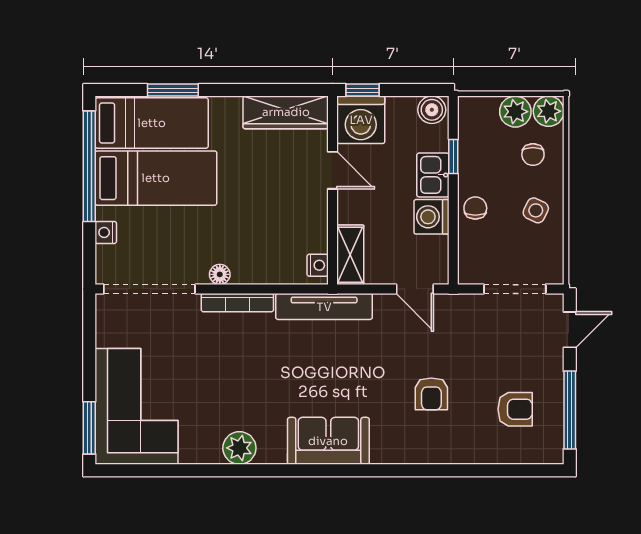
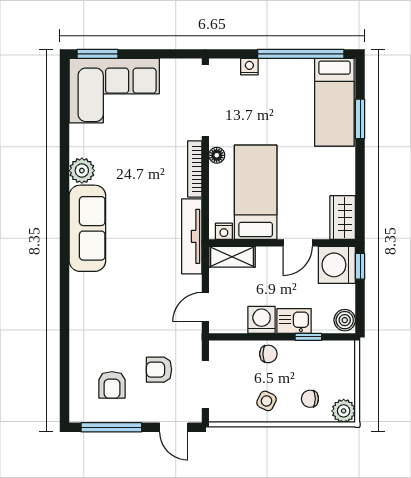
wardrobe: (286, 112) -> (343, 217), width x0.67
plant: (515, 112) -> (343, 385), removed
bed: (156, 178) -> (256, 192), moved, turned 180
armchair: (431, 394) -> (159, 370), moved
sofa: (328, 441) -> (87, 228), width x1.36

